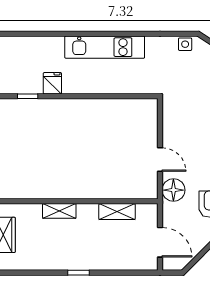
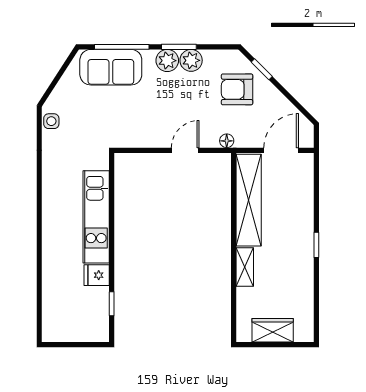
kitchen unit: (105, 47) -> (96, 217), moved, turned 180
floor lamp: (173, 190) -> (227, 141), width x0.53, depth x0.53
shelving: (117, 212) -> (249, 200), width x2.20, depth x1.33

